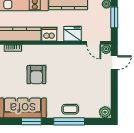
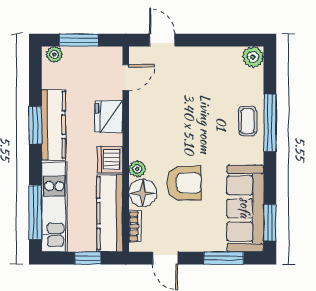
plant: (106, 49) -> (137, 169), moved
floor lamp: (31, 52) -> (143, 193), added
window: (31, 121) -> (270, 223), moved

